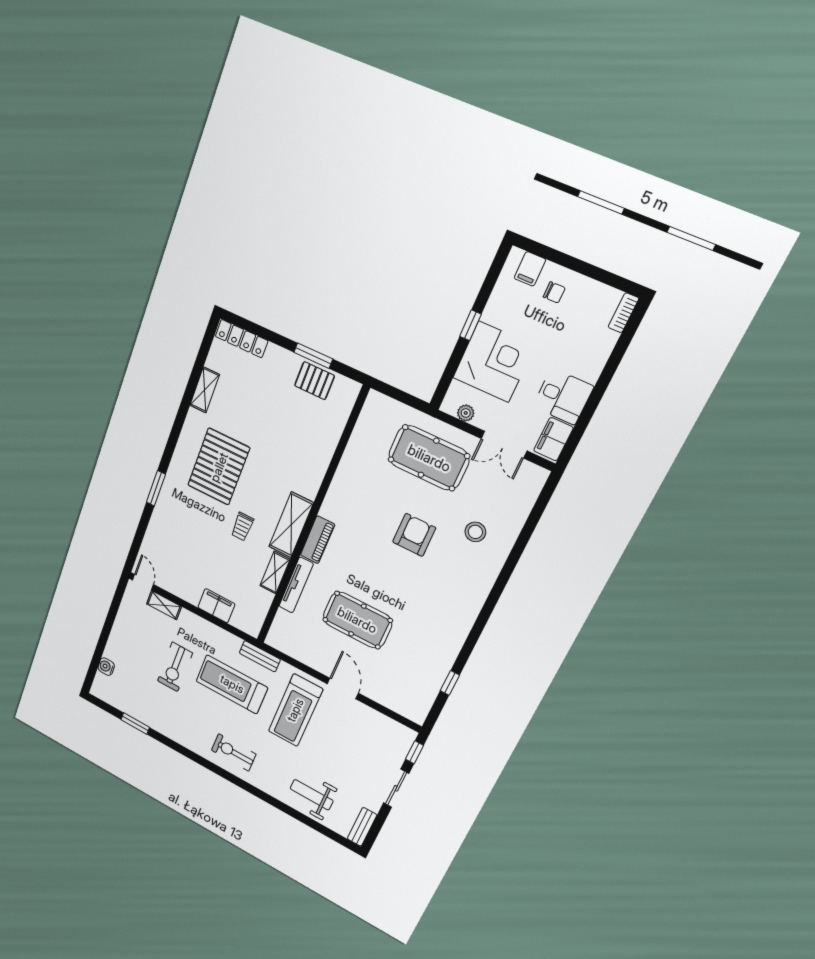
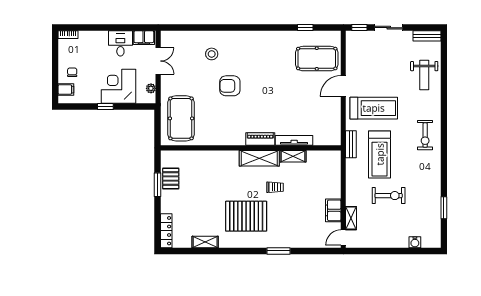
pool table: (429, 458) -> (181, 118), moved
filing cabinet: (216, 606) -> (333, 210), moved
pool table: (357, 620) -> (317, 59), moved, turned 90

